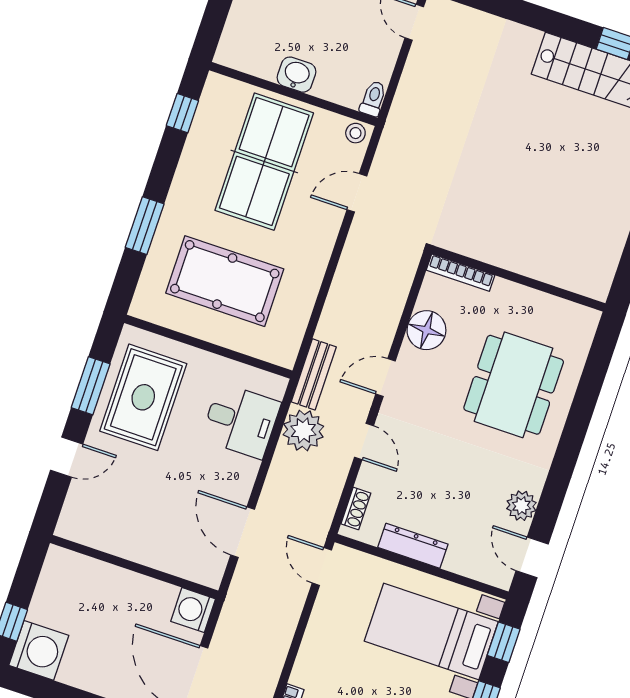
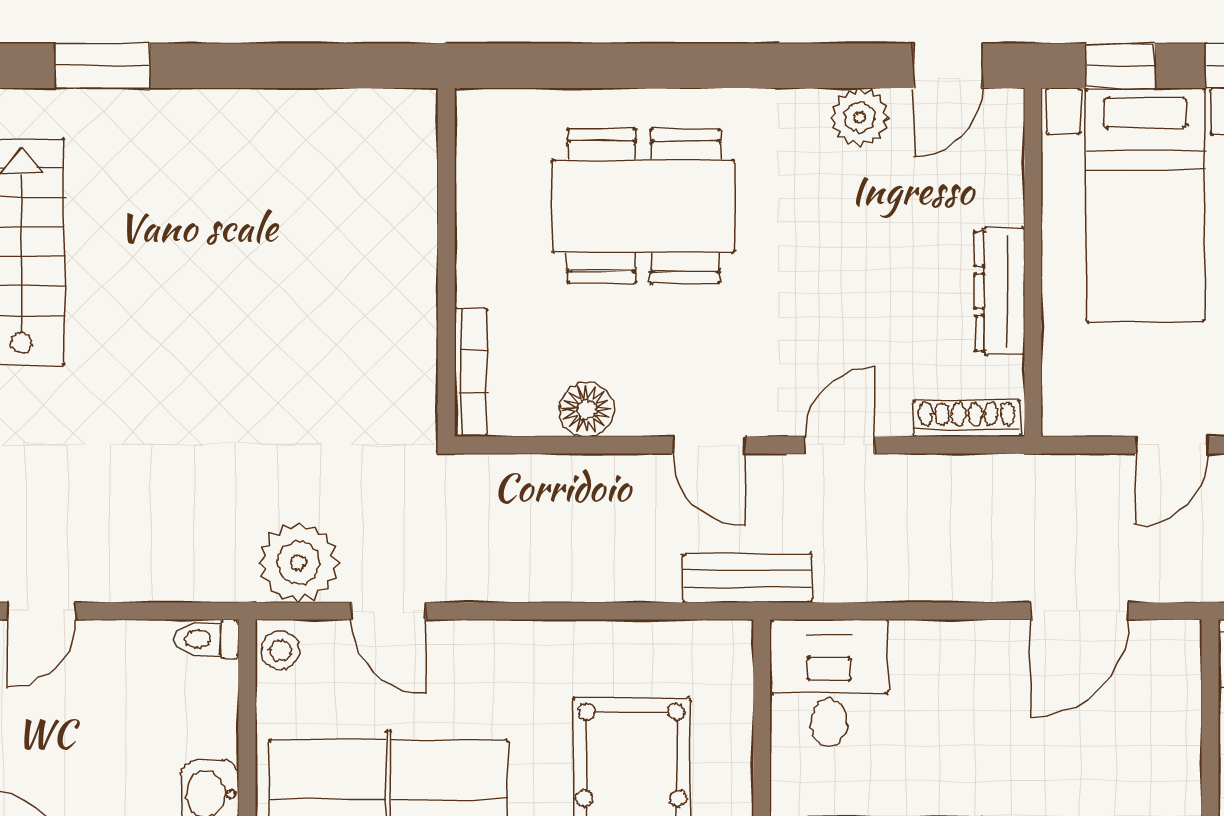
floor lamp: (426, 330) -> (587, 409), width x0.73, depth x0.73
desk: (241, 421) -> (829, 683), moved
plant: (303, 430) -> (298, 562), moved
shoe rack: (356, 508) -> (967, 418), width x1.43
door: (322, 567) -> (1172, 445), moved

